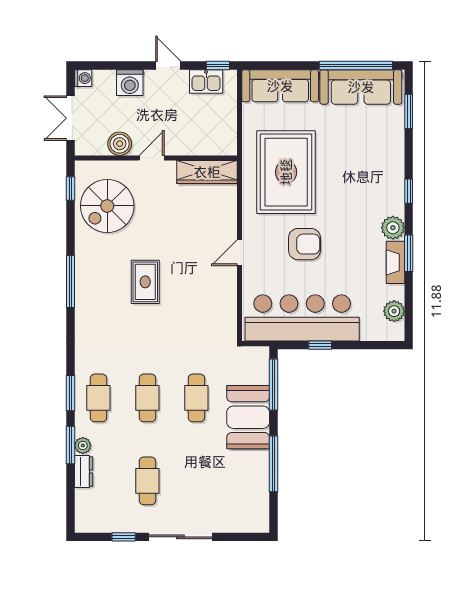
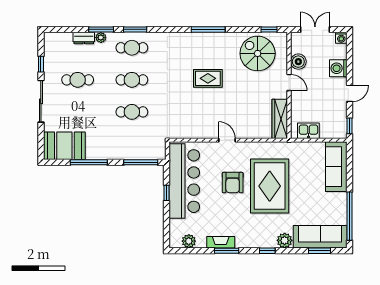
kitchen sink: (206, 81) -> (308, 131), moved, turned 90
sofa: (361, 87) -> (320, 237), moved, turned 90
rug: (286, 172) -> (270, 186), moved, turned 90
plant: (393, 228) -> (285, 240), moved
booth: (248, 417) -> (64, 146), moved

